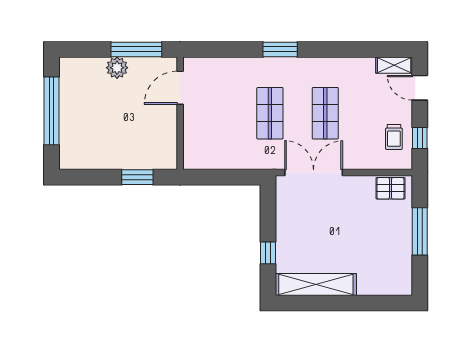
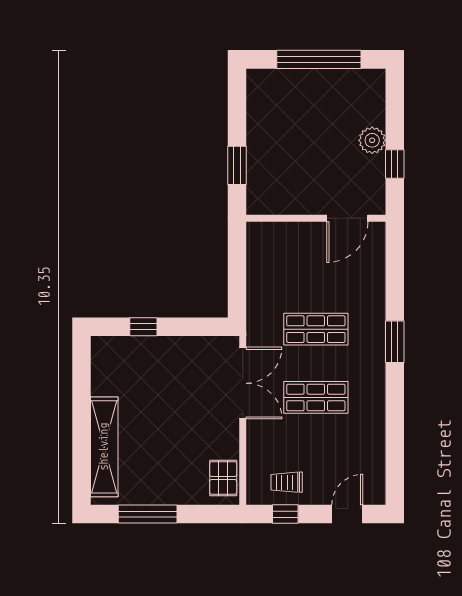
window: (136, 49) -> (395, 164), width x0.46
shelving: (394, 65) -> (375, 482), removed
door: (180, 88) -> (347, 218), swing flipped
window: (420, 231) -> (148, 514), moved
shelving: (316, 285) -> (104, 447), moved

